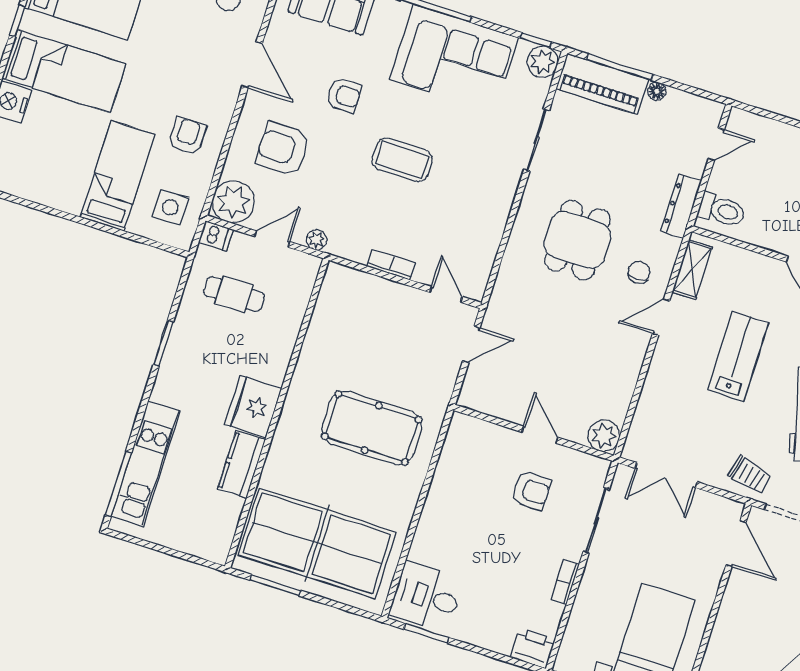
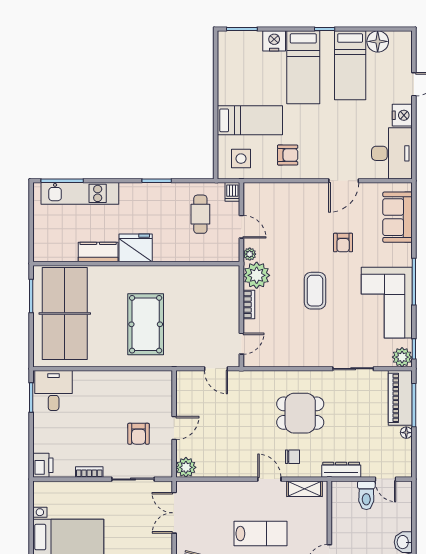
armchair: (283, 149) -> (298, 216), removed
plant: (233, 202) -> (257, 275), moved
toilet: (722, 210) -> (366, 495), moved

